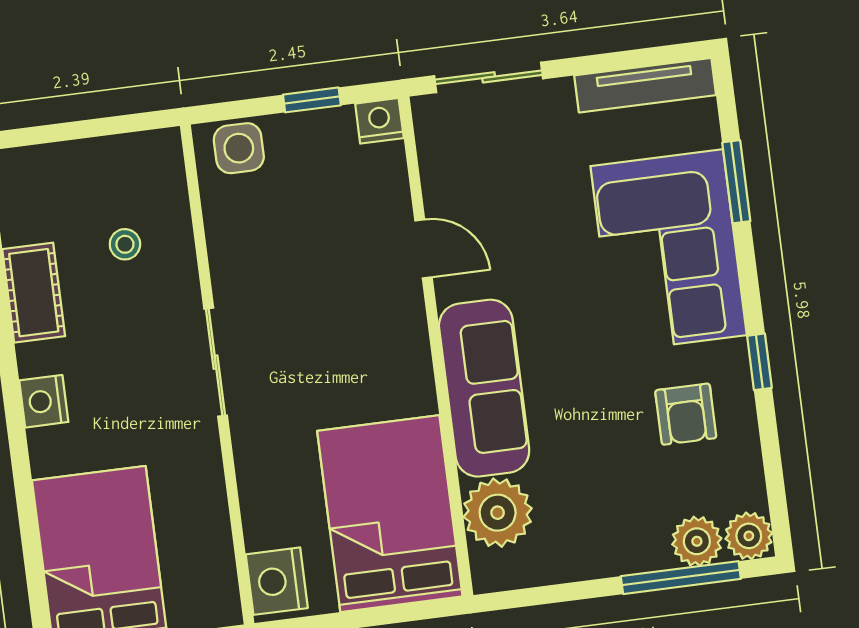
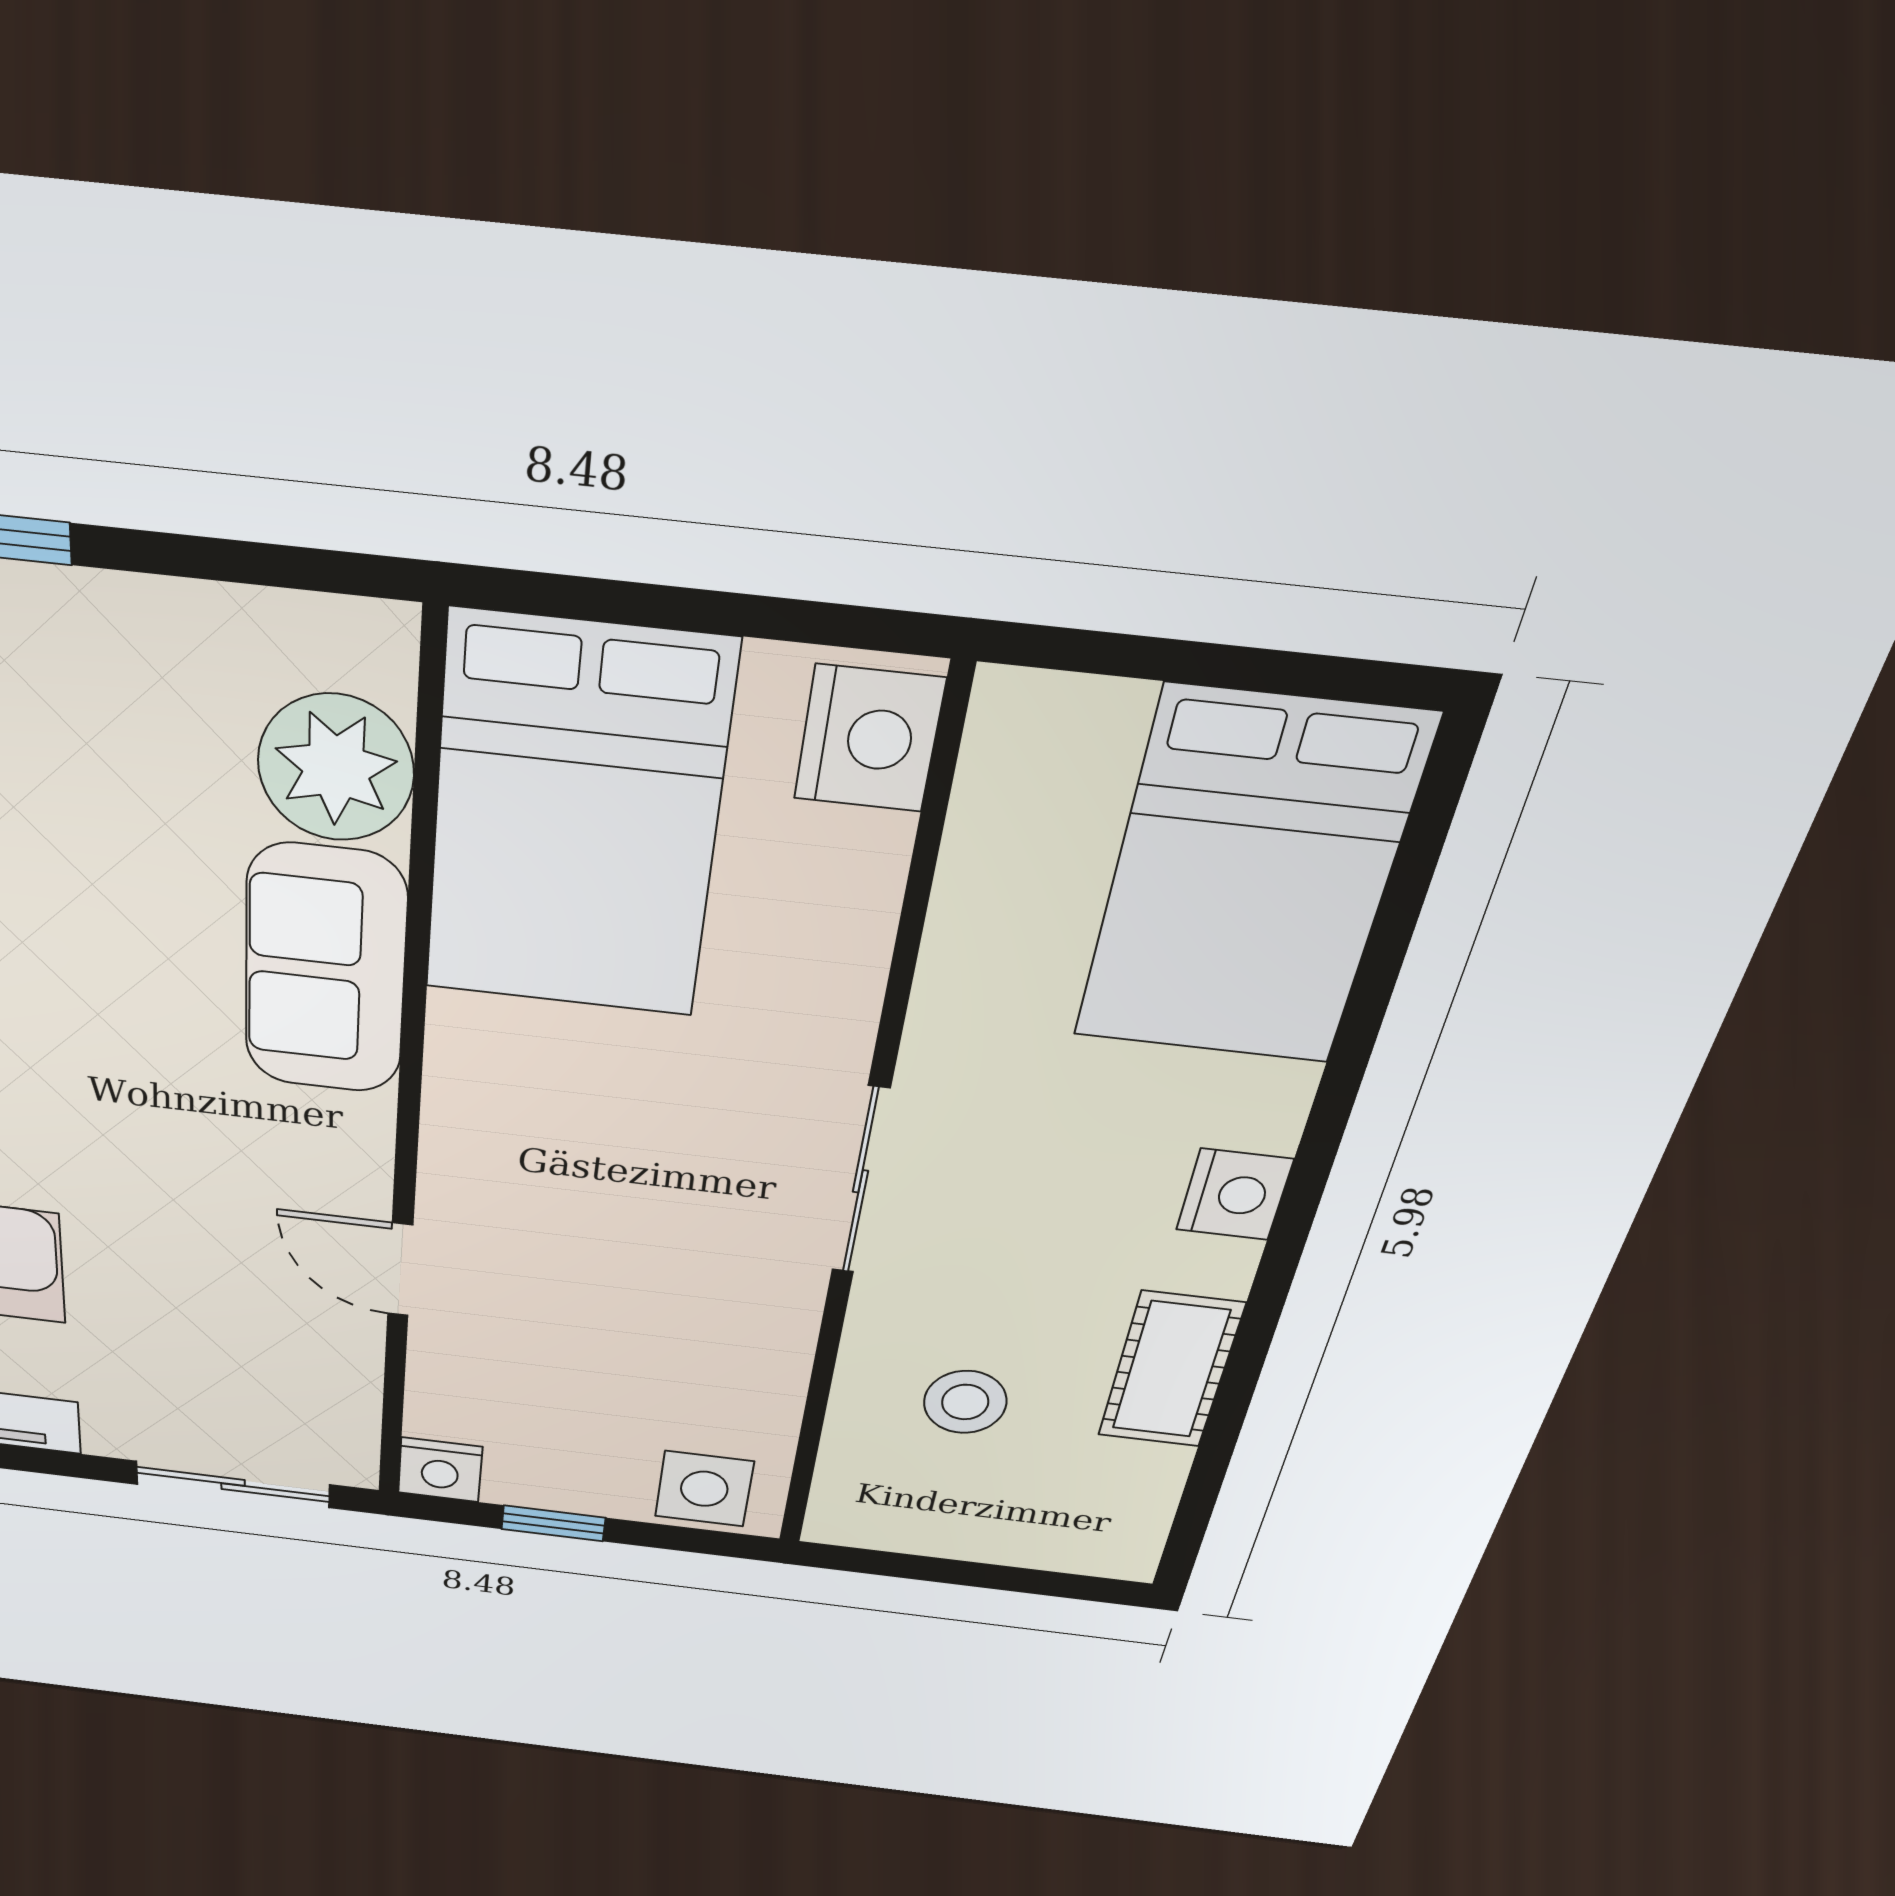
stool: (125, 244) -> (965, 1402), width x1.37, depth x1.37
sofa: (484, 388) -> (325, 971), width x0.73

